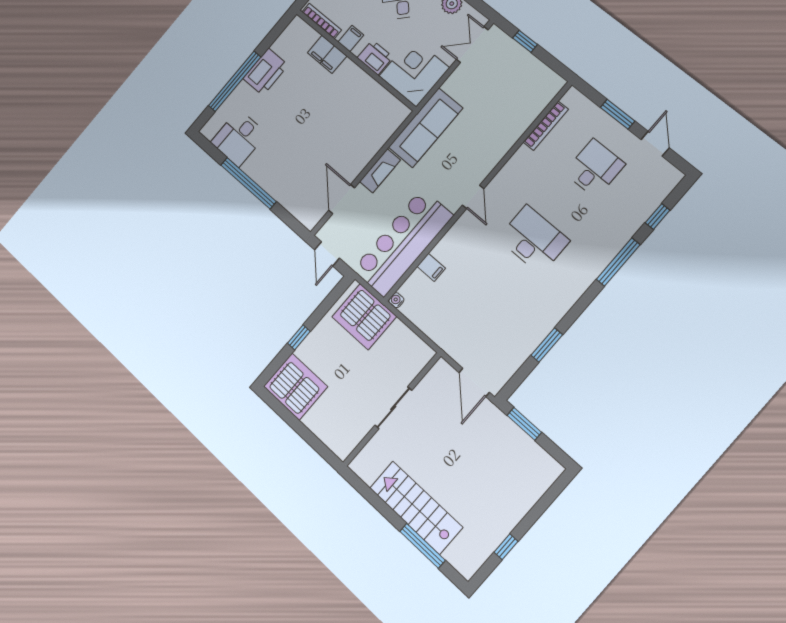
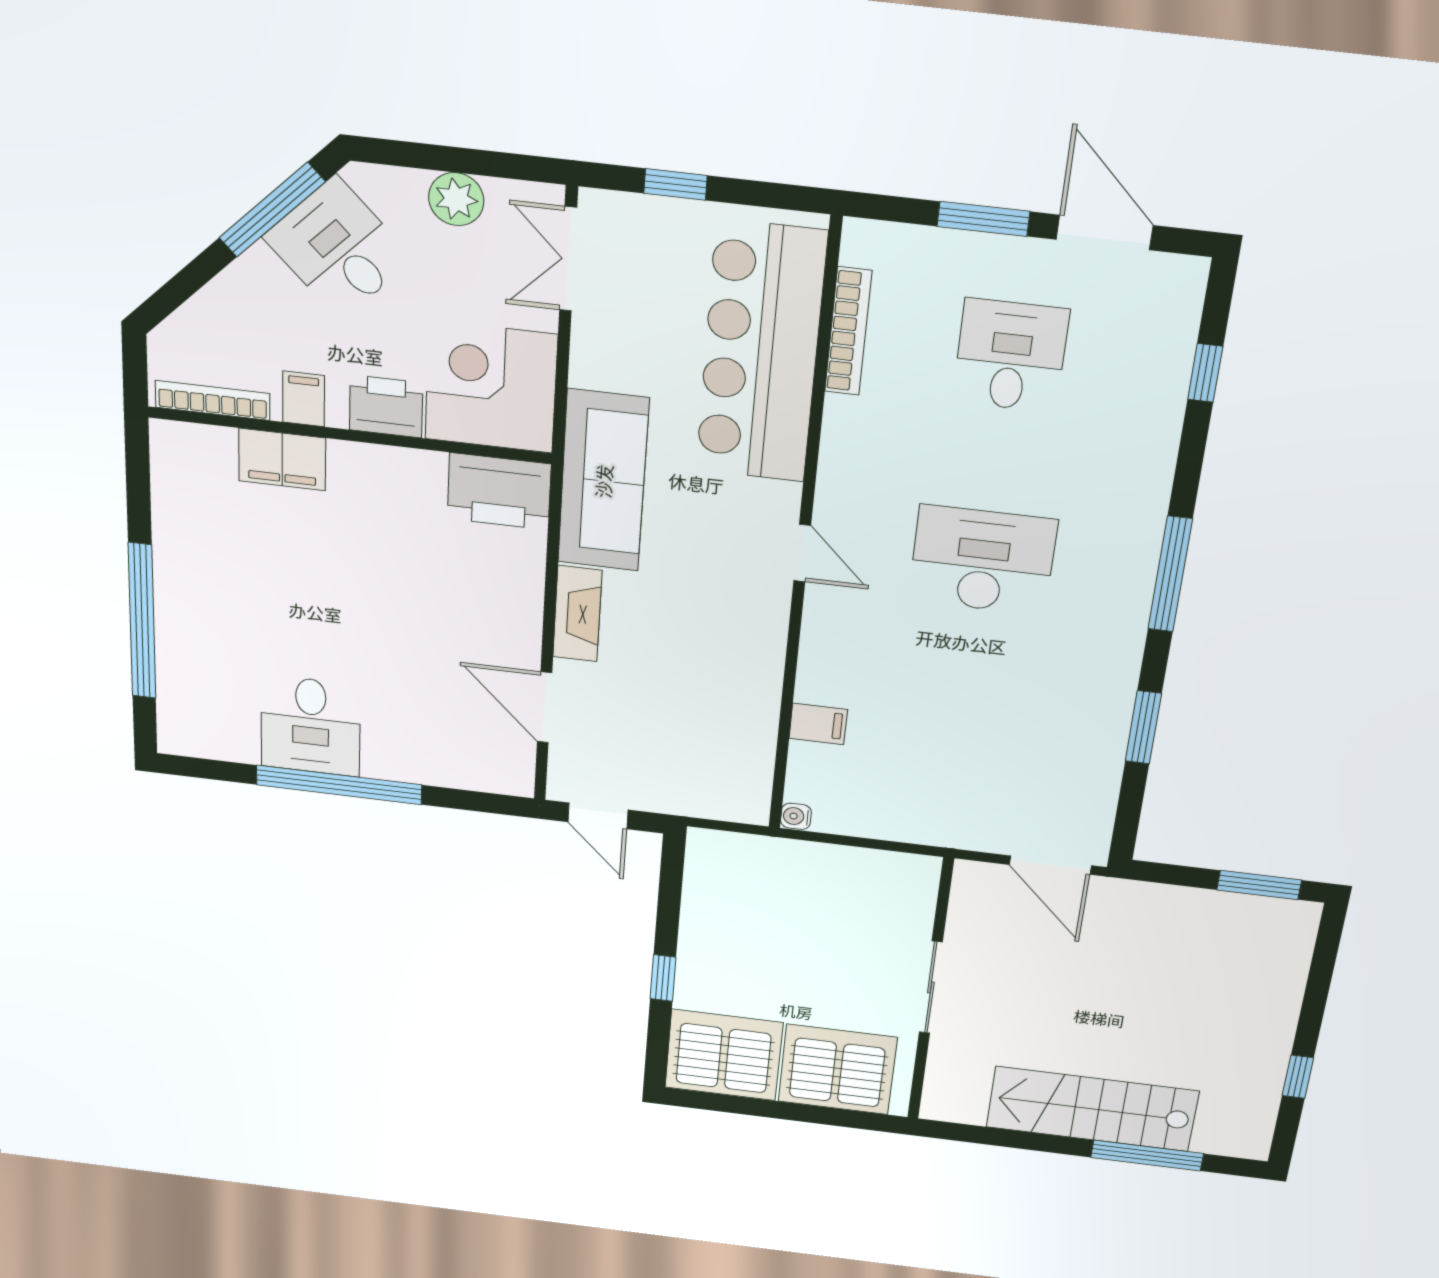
printer: (266, 72) -> (499, 491), moved, turned 90
desk: (239, 138) -> (311, 726), moved
door: (655, 144) -> (1105, 233), width x1.38
bar counter: (403, 243) -> (761, 353), moved
window: (618, 262) -> (1170, 574), moved
server rack: (364, 317) -> (837, 1069), moved, turned 180
window: (524, 424) -> (1259, 885), moved

